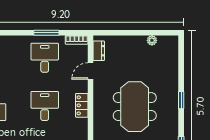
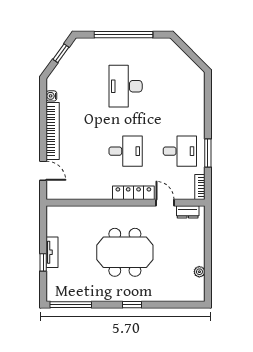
locker: (82, 105) -> (133, 193), width x1.53

